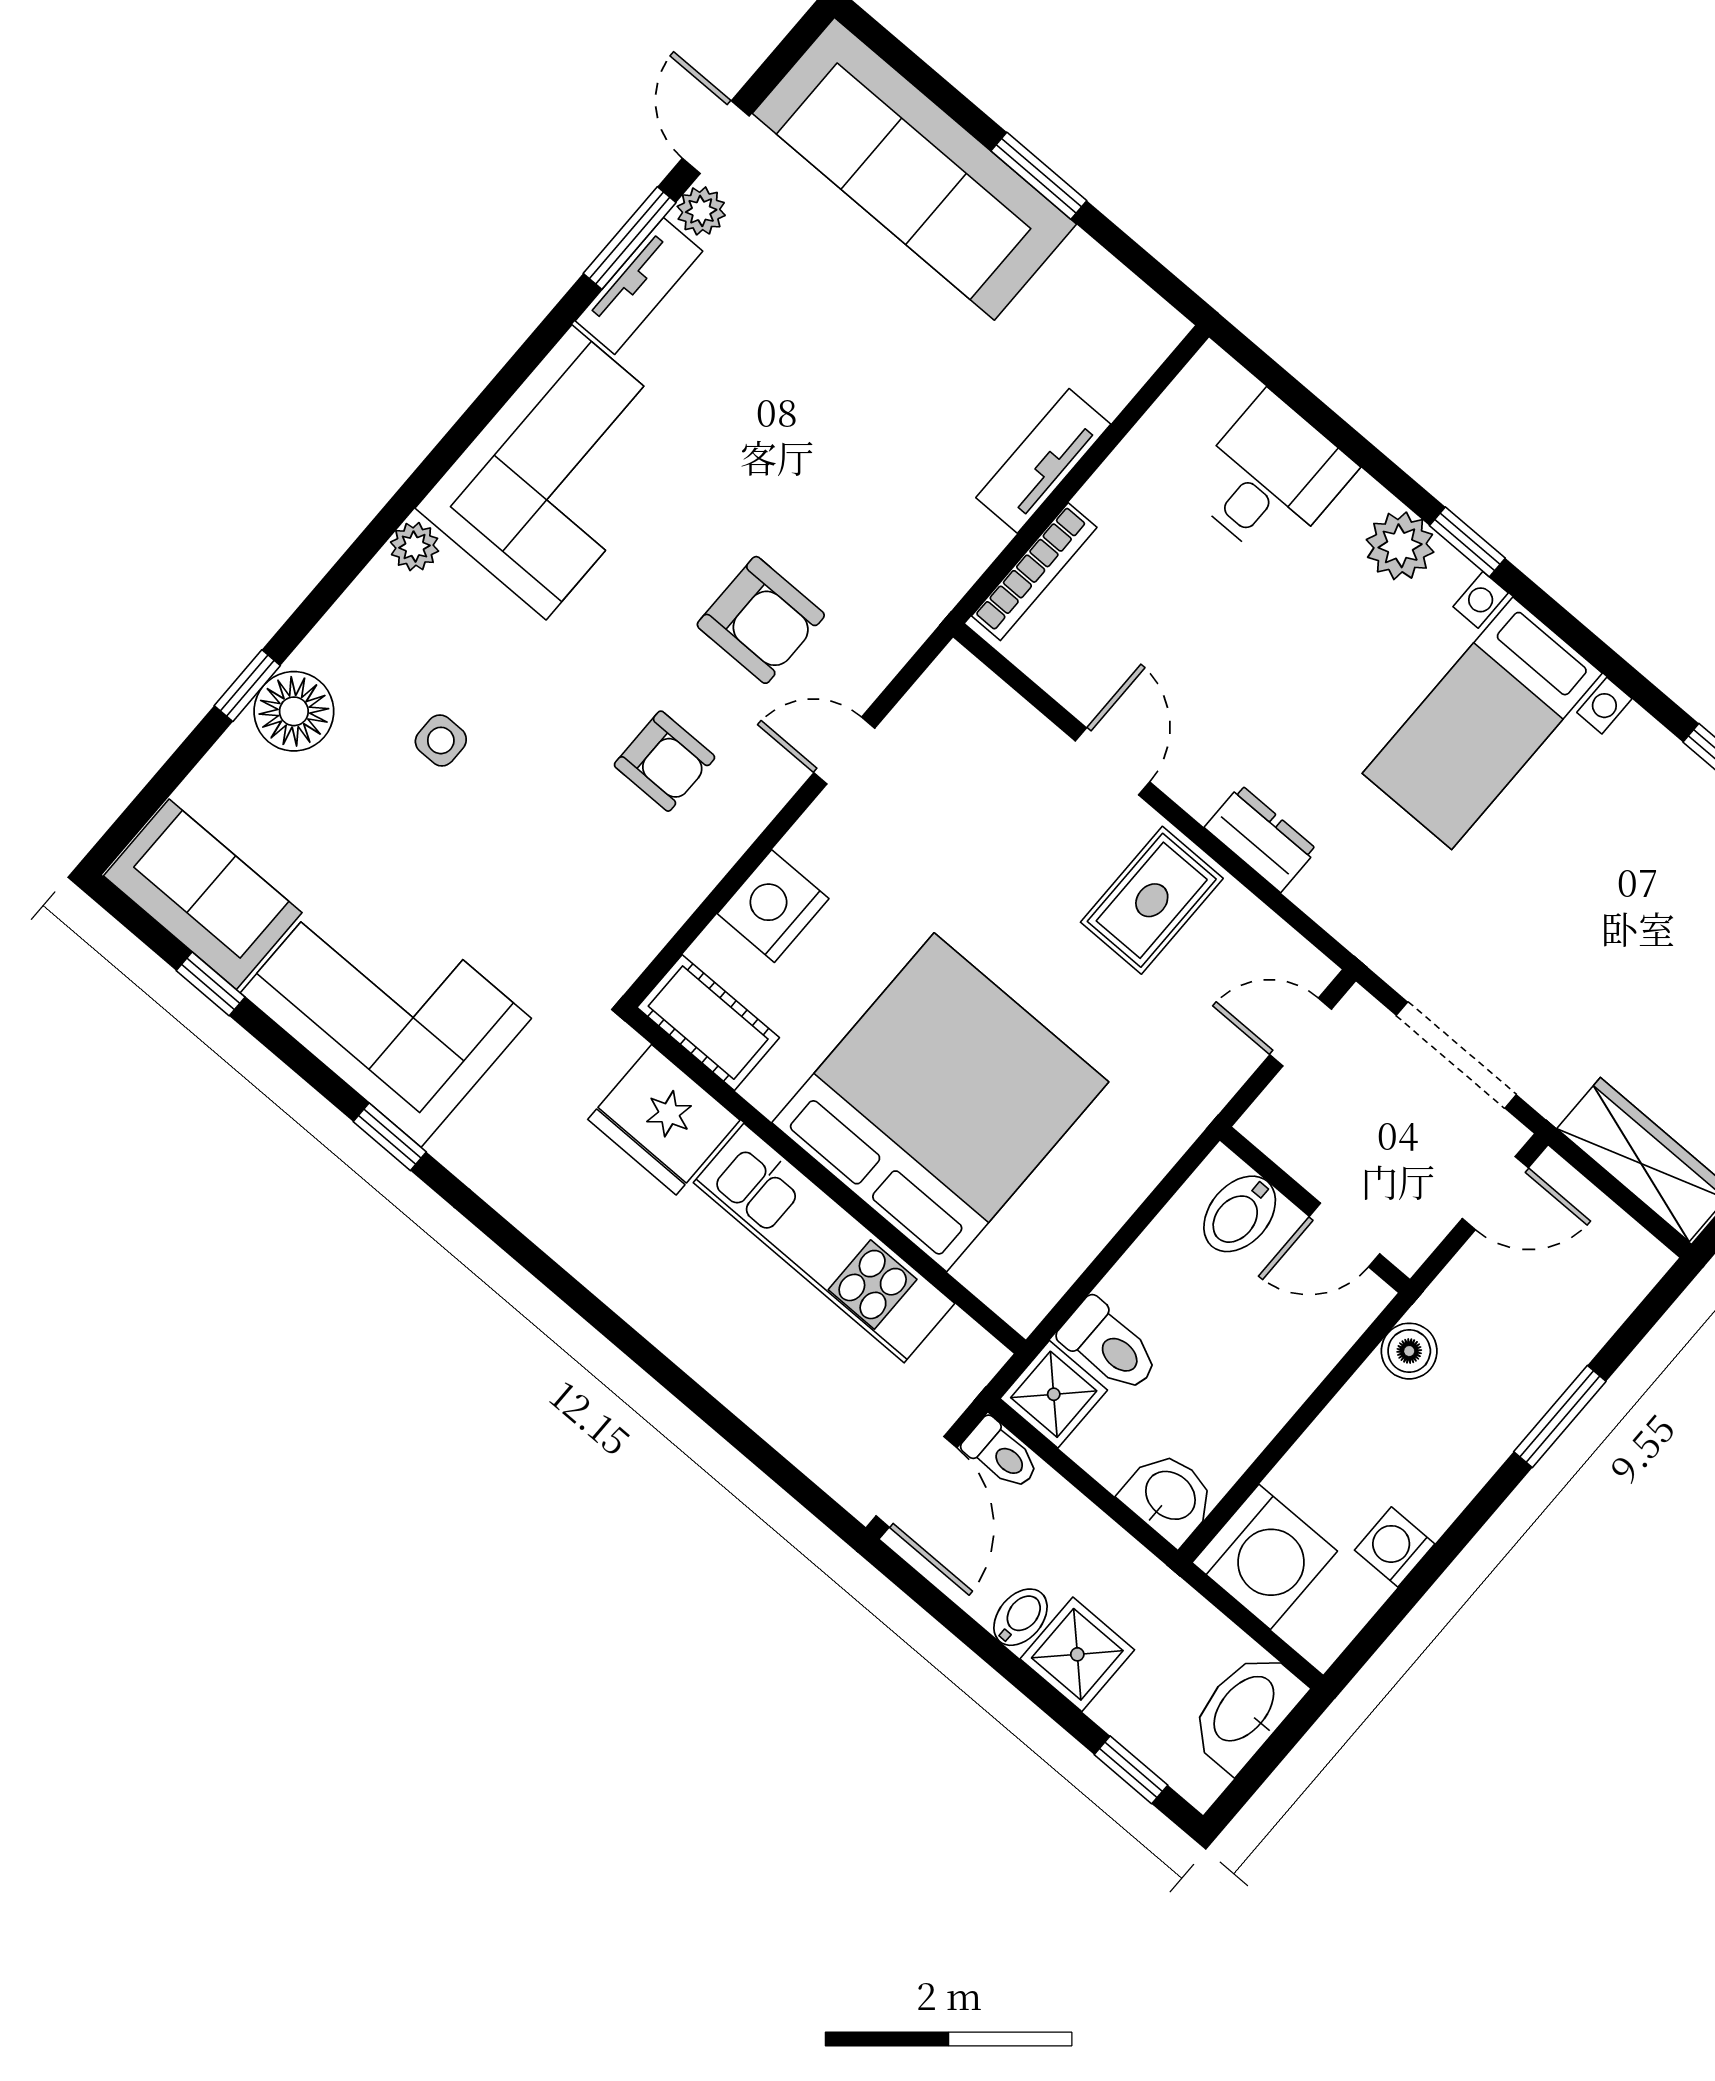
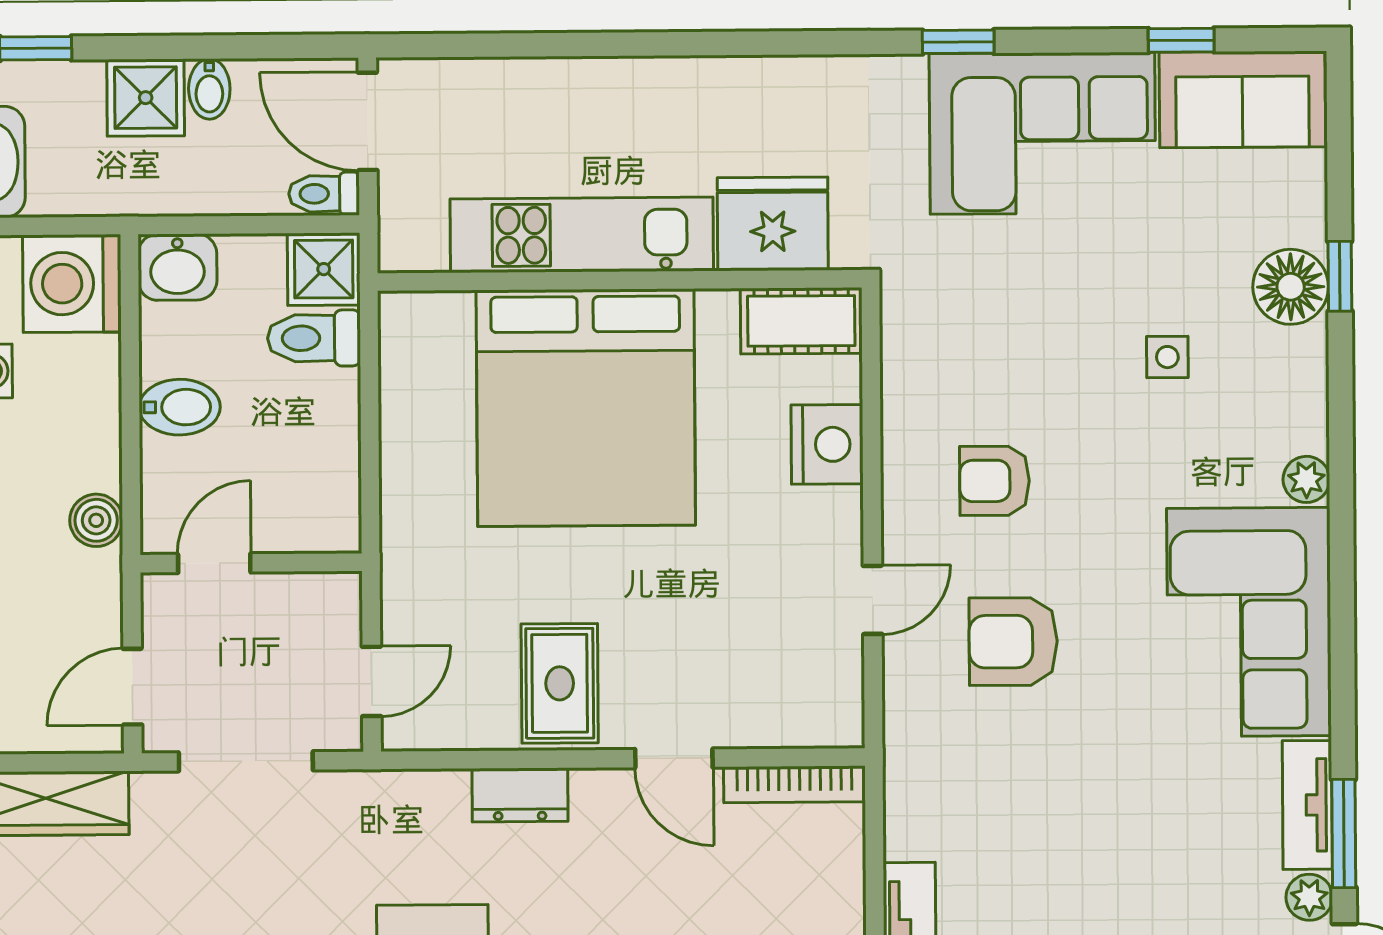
bookcase: (1034, 572) -> (794, 784), moved, turned -90
bidet: (1240, 1214) -> (180, 407), moved, turned 90

